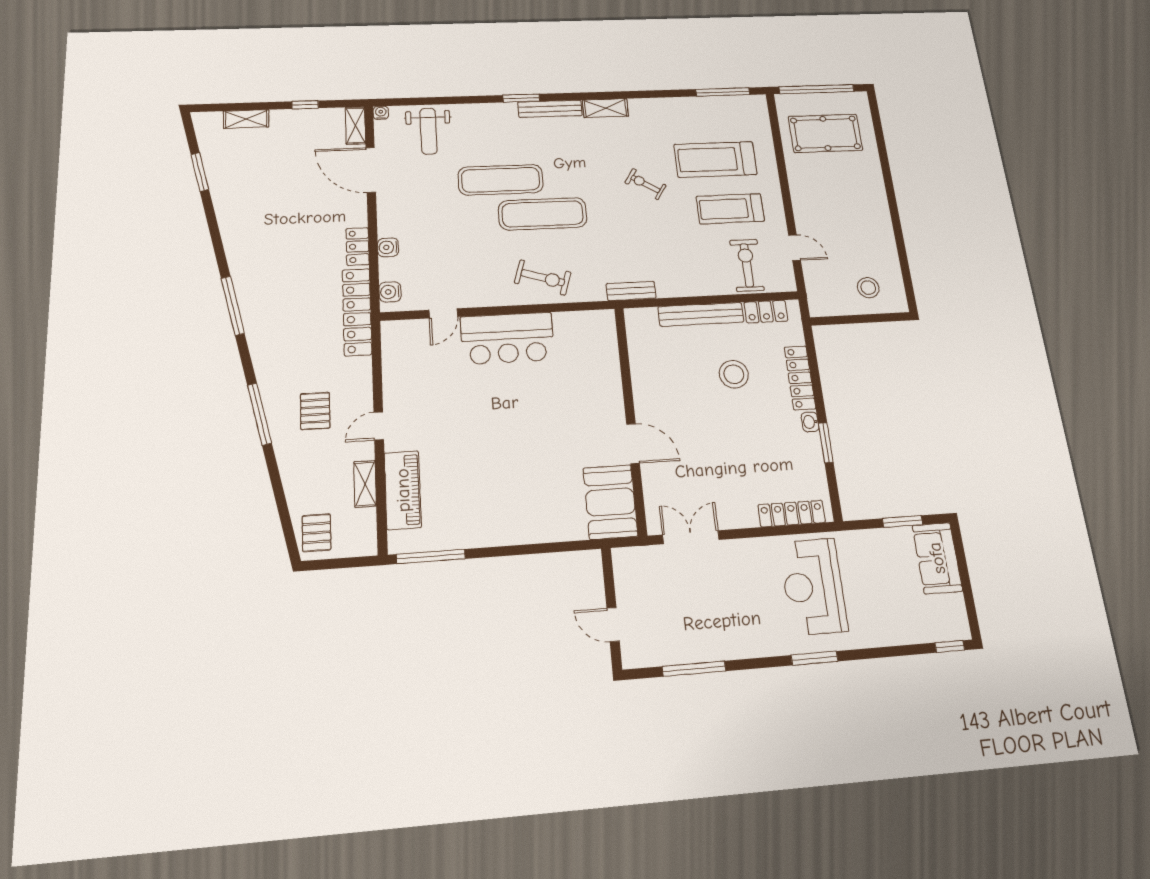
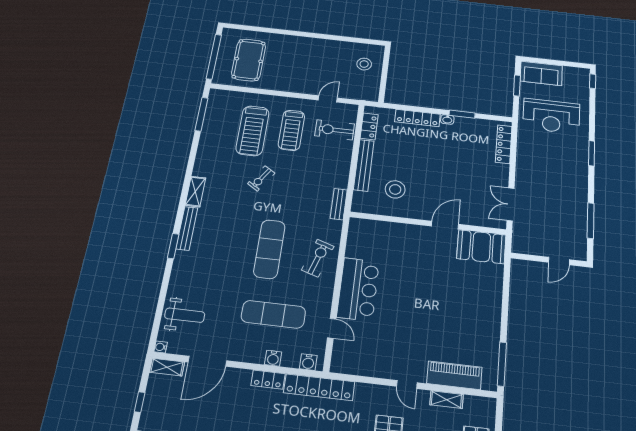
exercise mat: (501, 180) -> (273, 314), moved, turned 90
stool: (734, 374) -> (395, 189), moved
reception desk: (813, 586) -> (551, 116), moved

